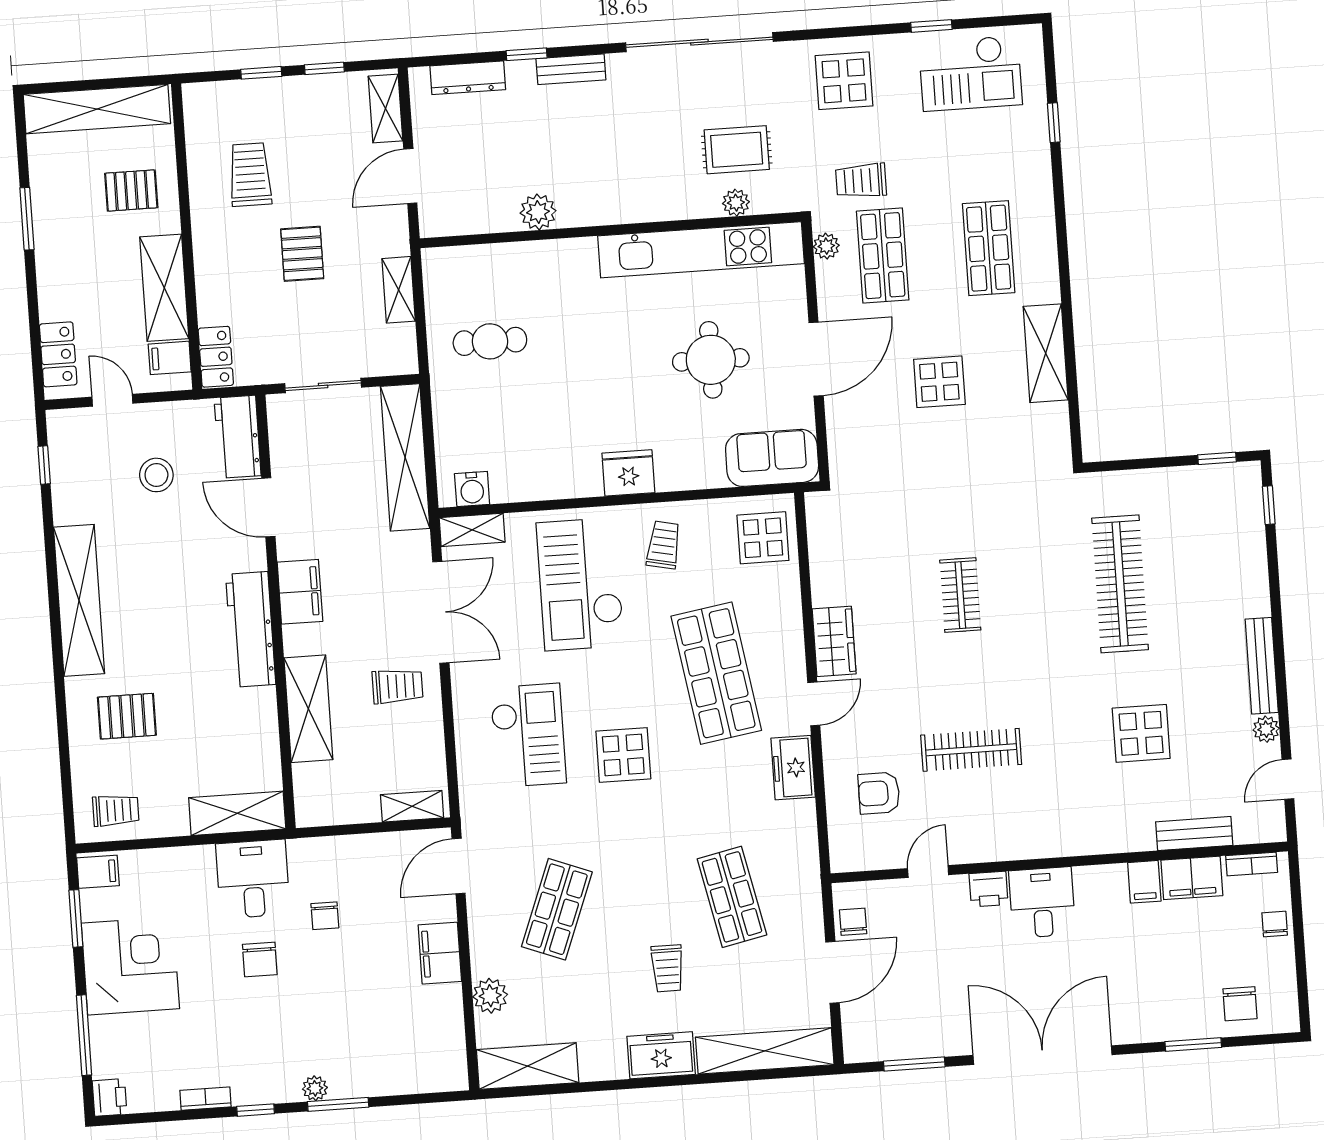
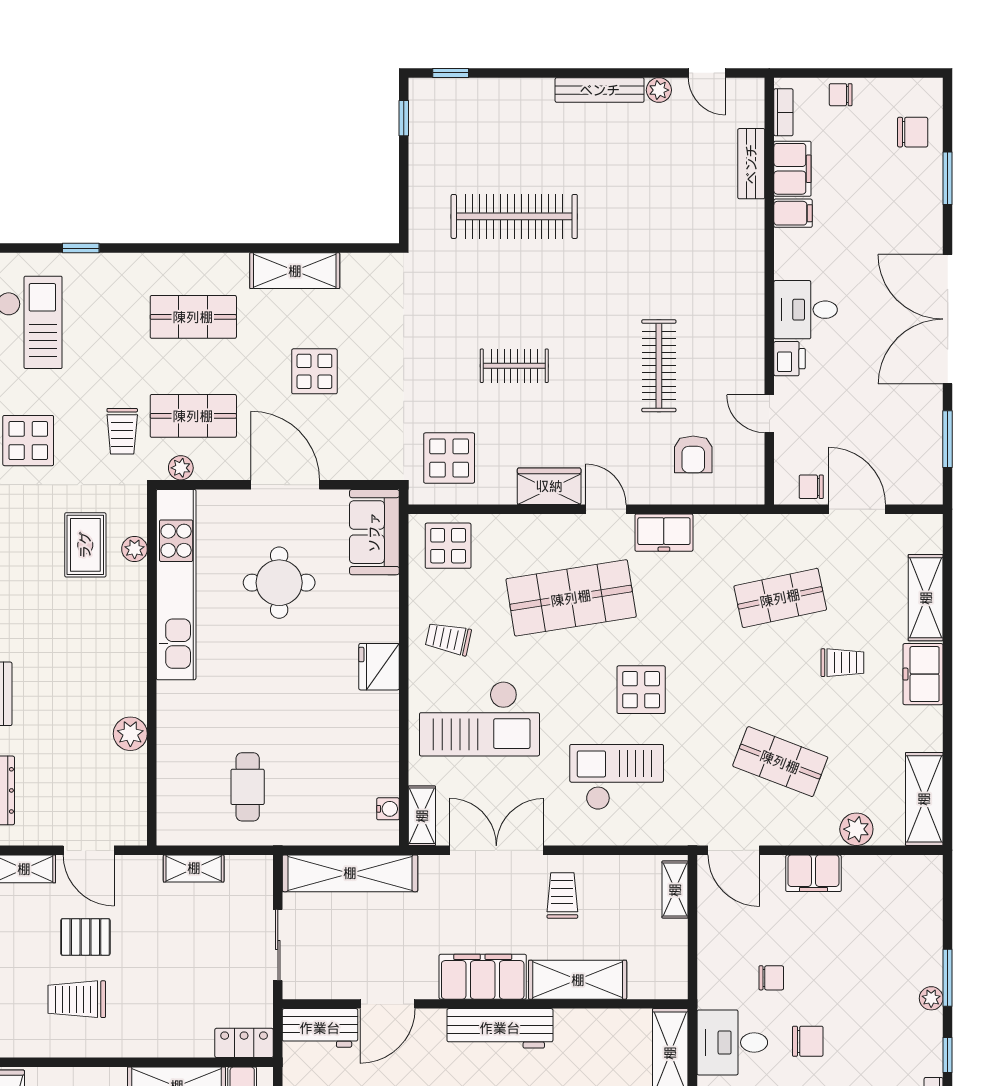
pallet: (302, 254) -> (85, 937), moved
water cooler: (472, 489) -> (388, 809), width x0.72, depth x0.72
filing cabinet: (300, 592) -> (483, 977), width x1.50, depth x1.17
display table: (1141, 733) -> (449, 458), moved
shelving: (765, 1051) -> (926, 598), width x0.68

